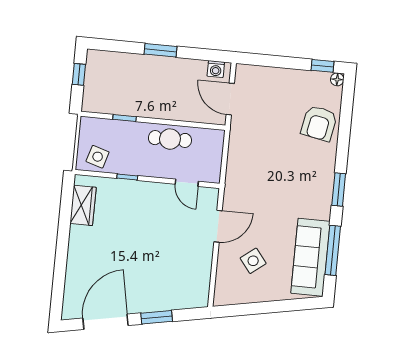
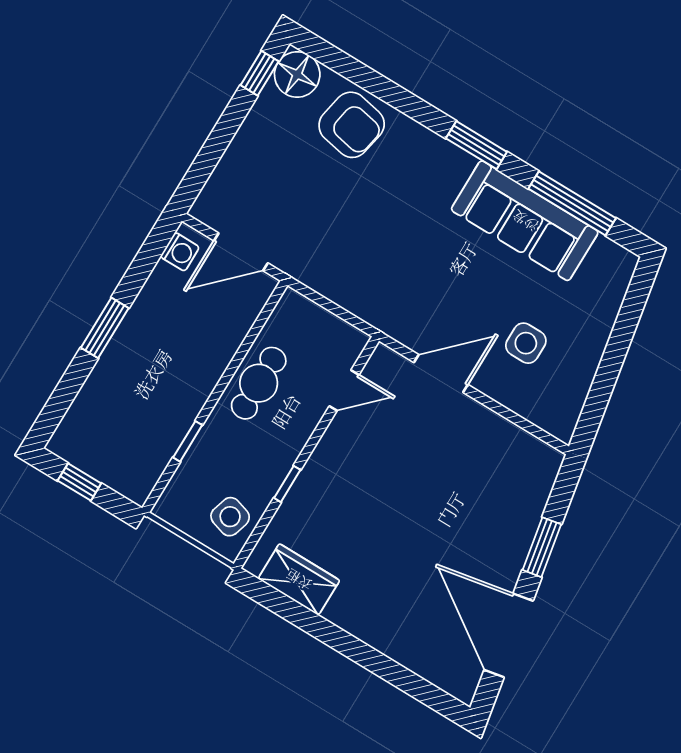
floor lamp: (337, 79) -> (297, 75), width x1.89, depth x1.89
door: (218, 226) -> (441, 373), hinge flipped
sofa: (310, 257) -> (525, 221), moved
side table: (253, 261) -> (526, 343), turned 38

